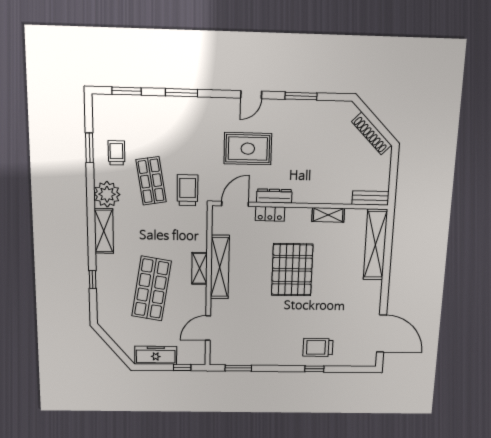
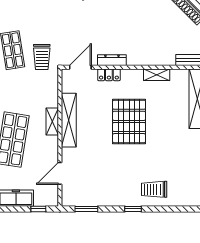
rug: (248, 149) -> (89, 23), removed
trolley: (188, 190) -> (42, 57), turned 180
window: (314, 369) -> (133, 209), moved

